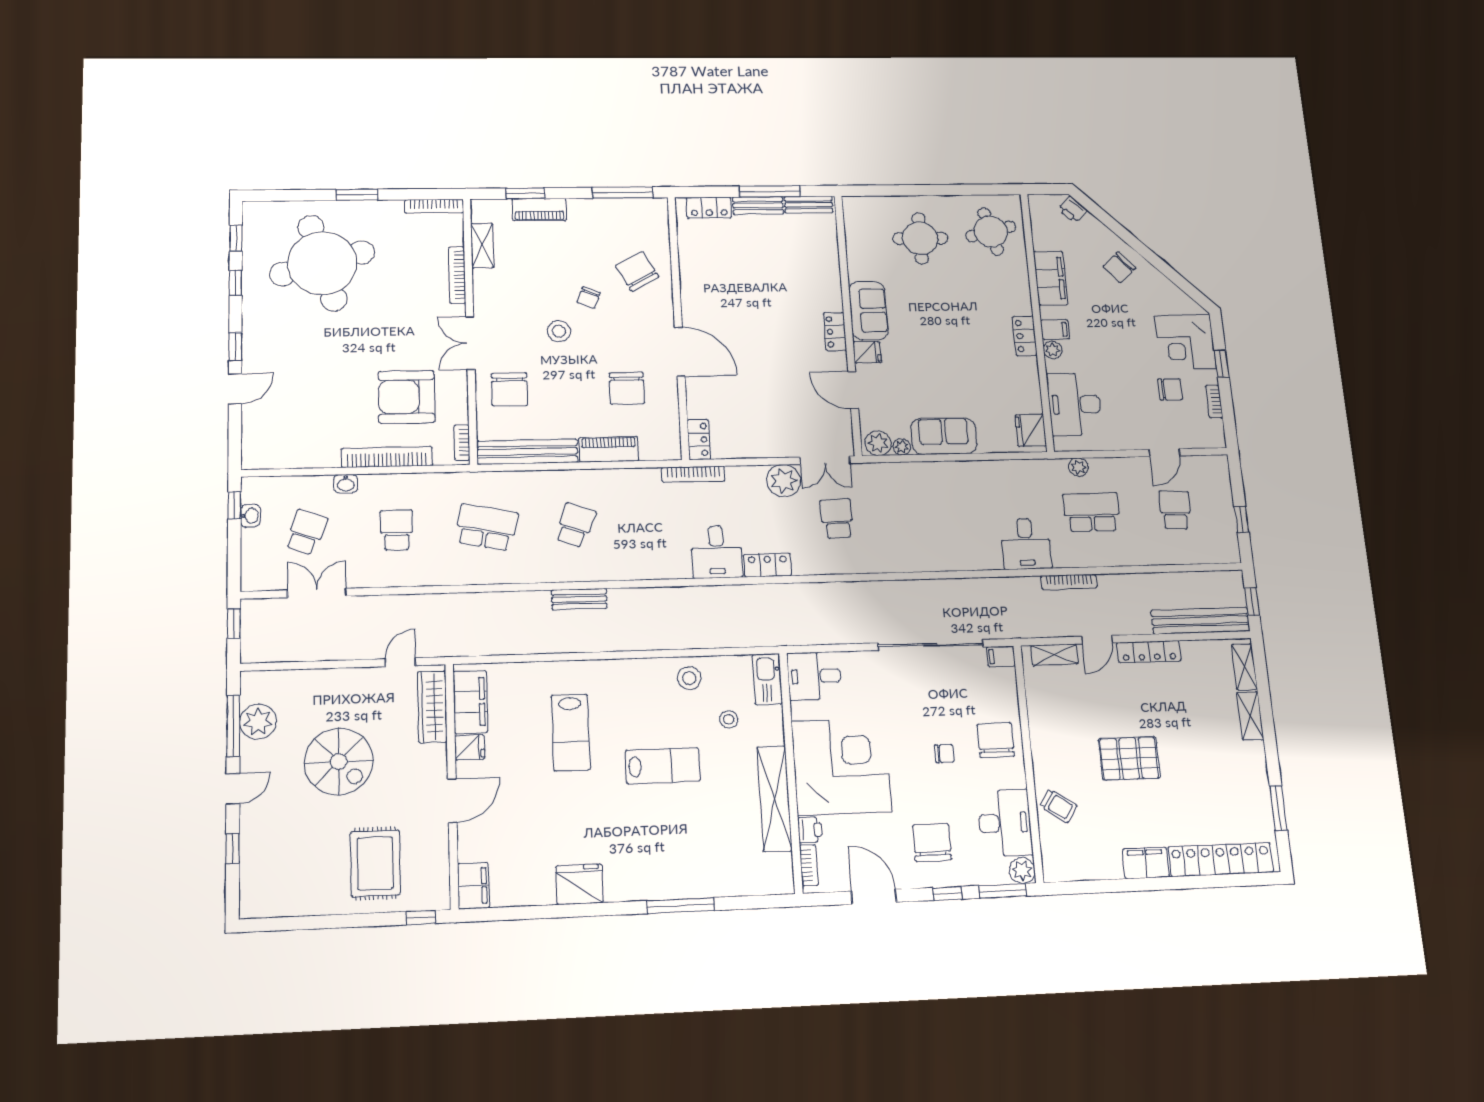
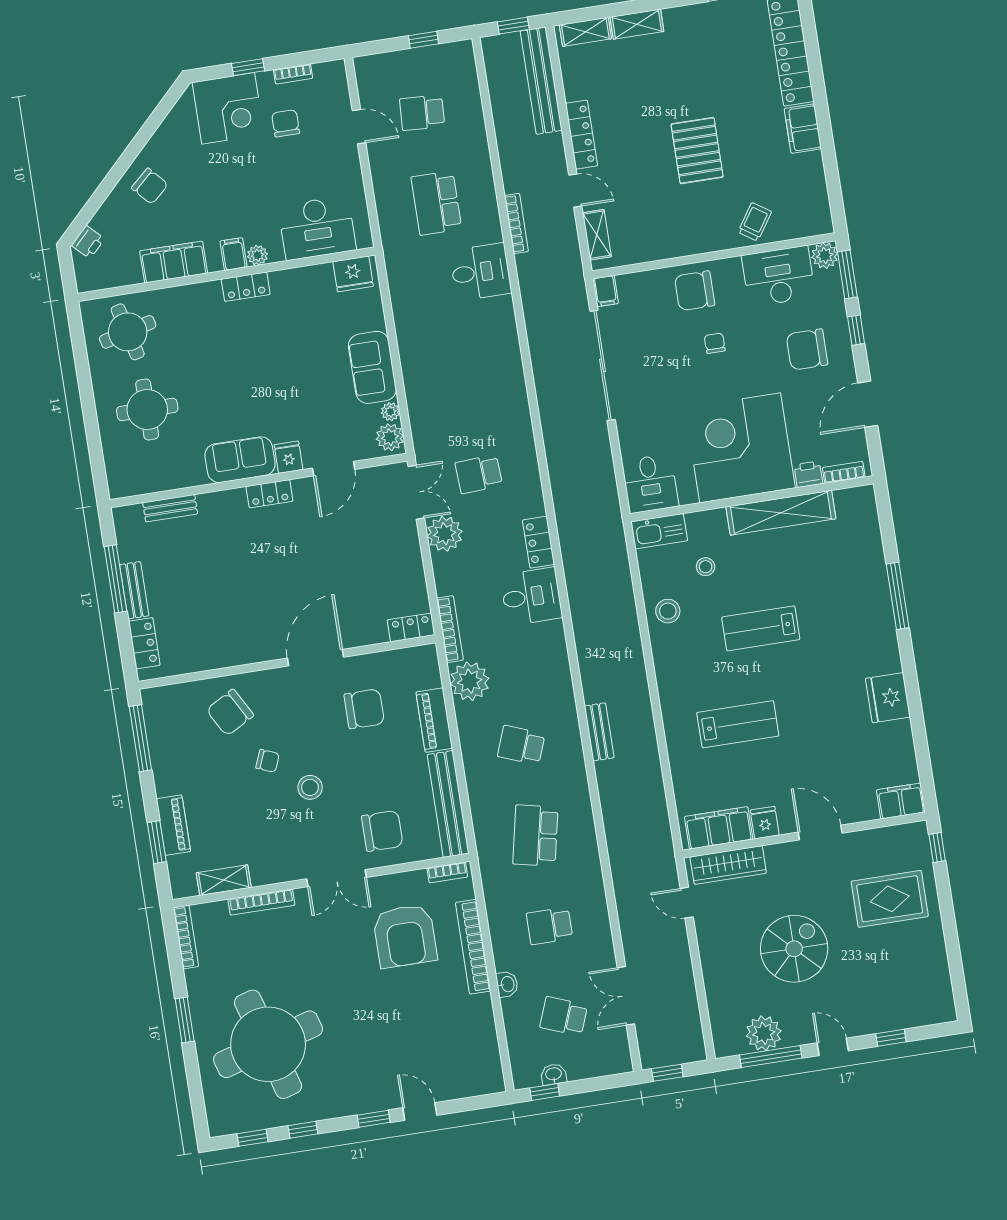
bench: (809, 205) -> (170, 508), moved, turned 90
plant: (1078, 467) -> (470, 681), moved, width x1.88, depth x1.88
lab bench: (663, 766) -> (761, 628), turned -90

